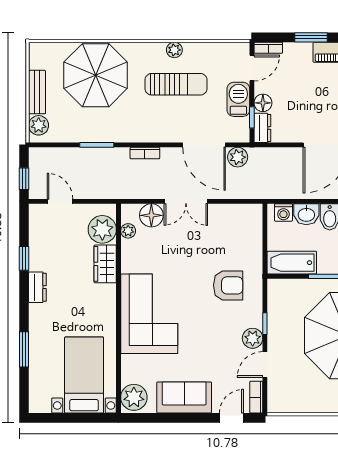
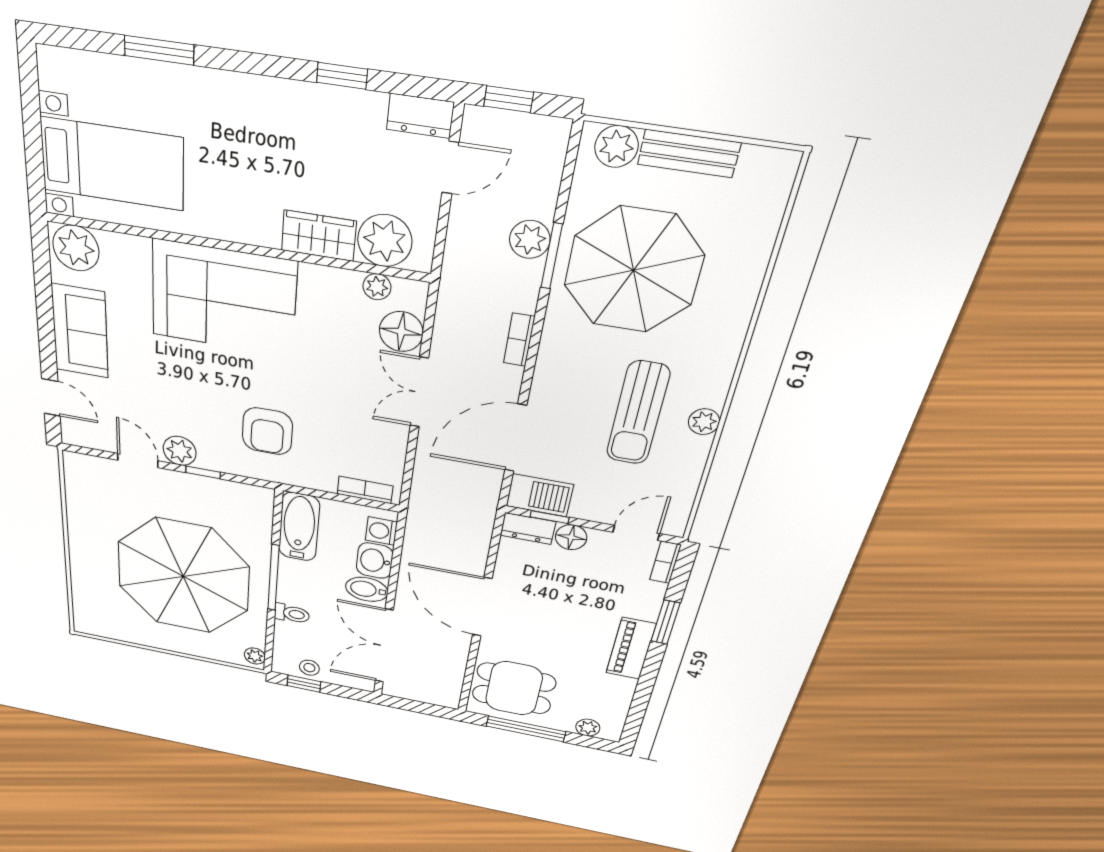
door: (252, 68) -> (636, 533), swing flipped
parasol: (96, 75) -> (633, 270), moved
barbecue: (238, 99) -> (540, 495), moved
plant: (238, 157) -> (530, 239), moved
dresser: (37, 287) -> (420, 116), moved
bookcase: (256, 397) -> (365, 490), moved

